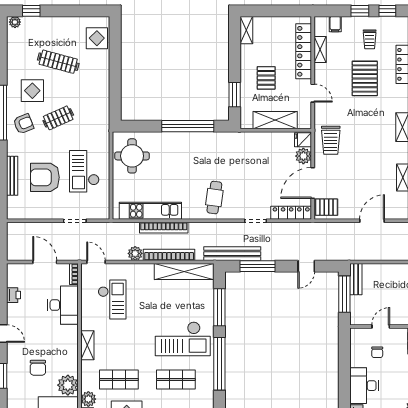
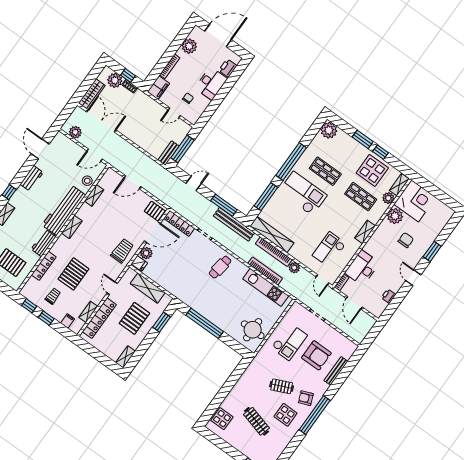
pallet: (266, 78) -> (134, 318), width x1.50, depth x1.42

